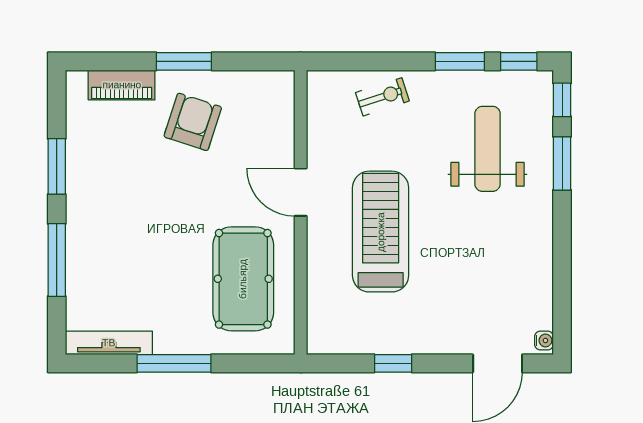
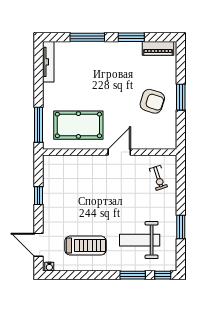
window: (519, 61) -> (181, 255), removed
piano: (122, 85) -> (158, 48), moved, turned -90
exercise bike: (382, 97) -> (158, 178), moved
weight bench: (488, 149) -> (140, 240), turned 180
treadmill: (381, 232) -> (85, 246), moved, width x0.73, depth x0.73
window: (174, 363) -> (39, 125), moved

